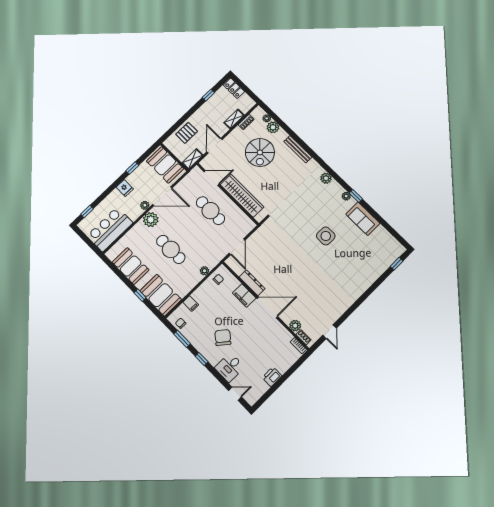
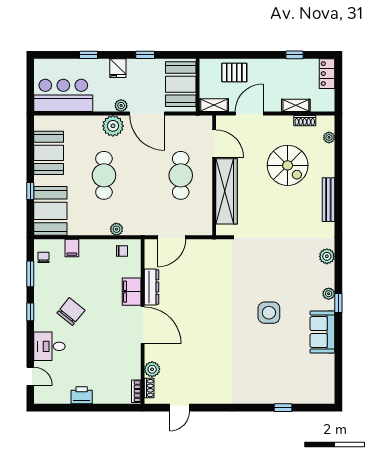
plant: (273, 127) -> (326, 153), removed
spiral stairs: (260, 152) -> (288, 165), turned -90
window: (87, 211) -> (89, 55), moved
window: (397, 264) -> (283, 408), moved

